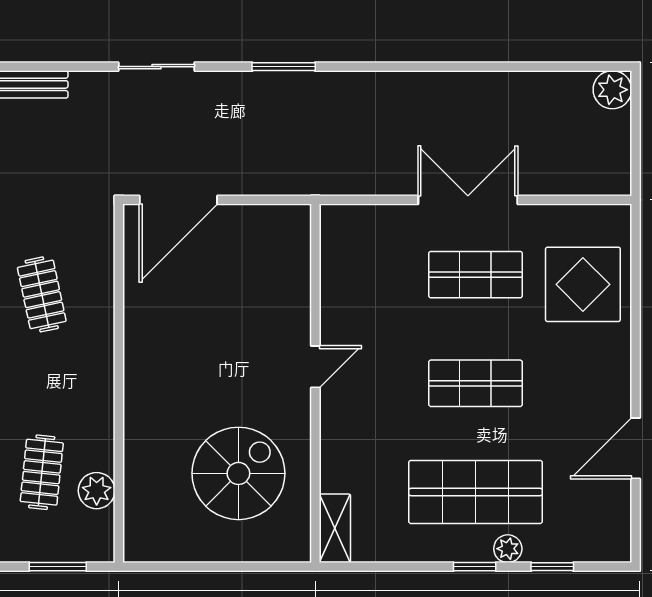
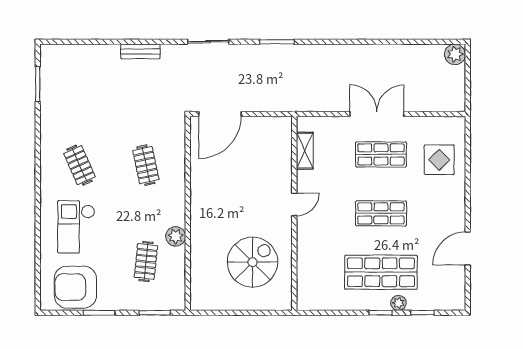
display table: (583, 284) -> (439, 160), width x0.73, depth x0.73
plant: (97, 491) -> (176, 236), moved
shelving: (335, 528) -> (305, 151), moved

